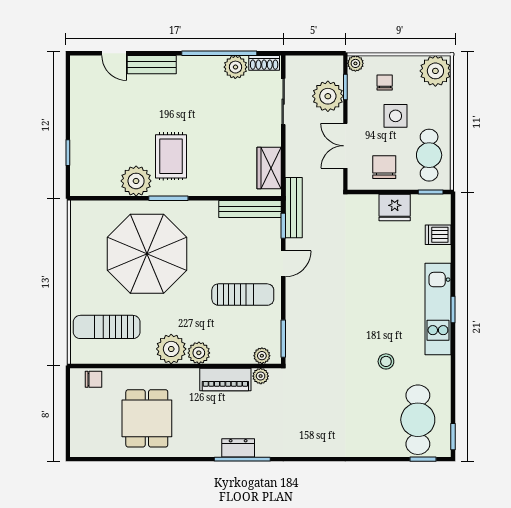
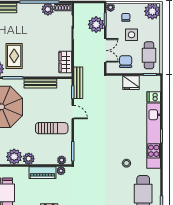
double door: (345, 146) -> (105, 50), swing flipped
bench: (250, 209) -> (40, 83), moved
door: (283, 264) -> (73, 112), hinge flipped
kitchen unit: (438, 309) -> (154, 136), width x1.36

